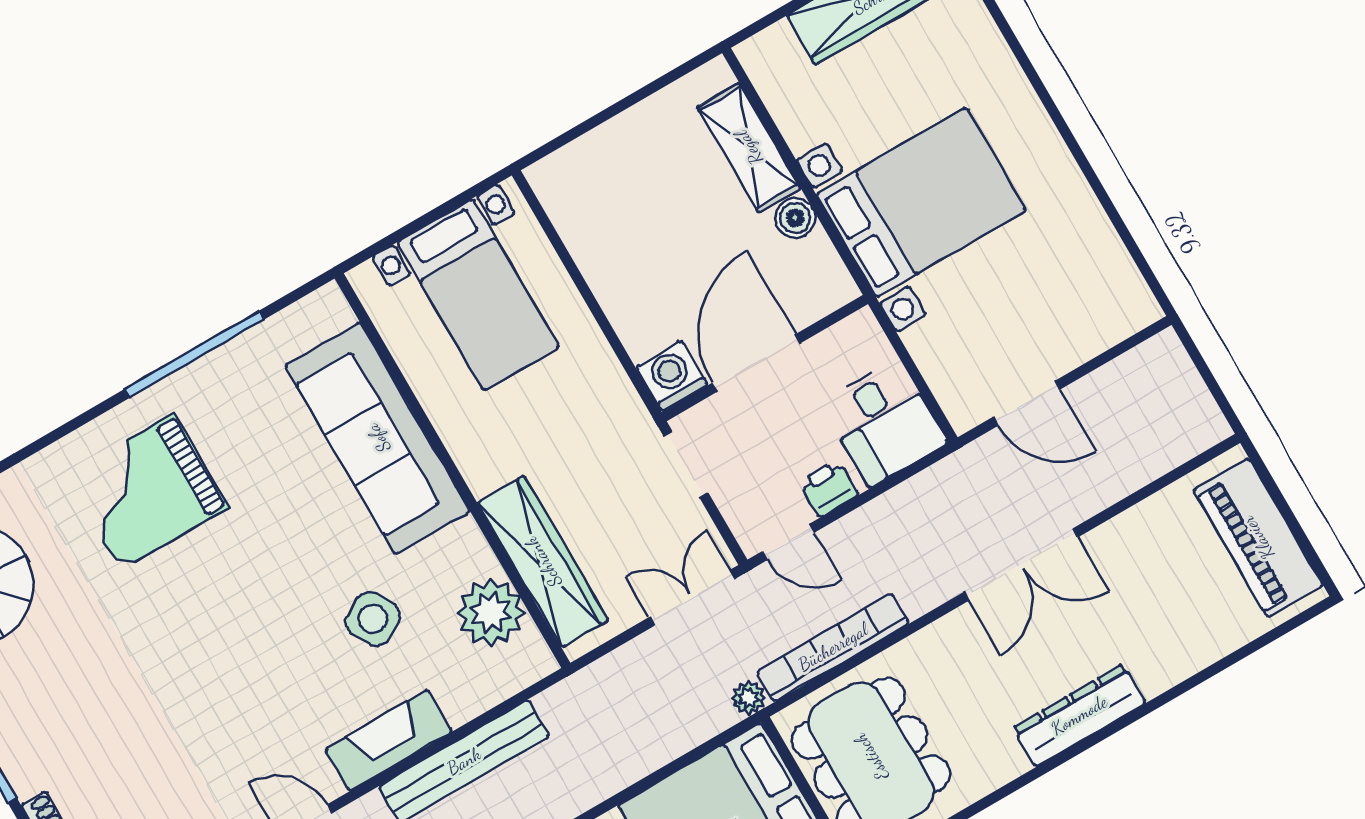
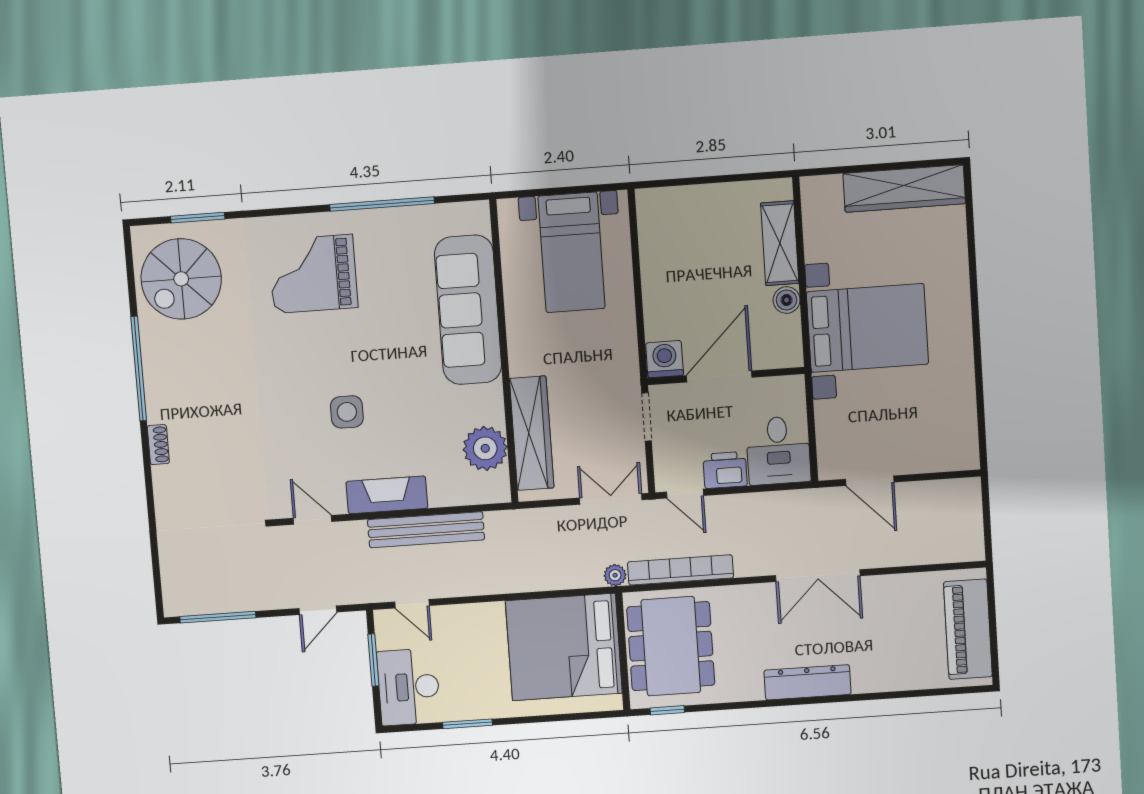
printer: (828, 488) -> (725, 470), width x1.36, depth x1.24
side table: (373, 619) -> (347, 412), moved, turned 30

